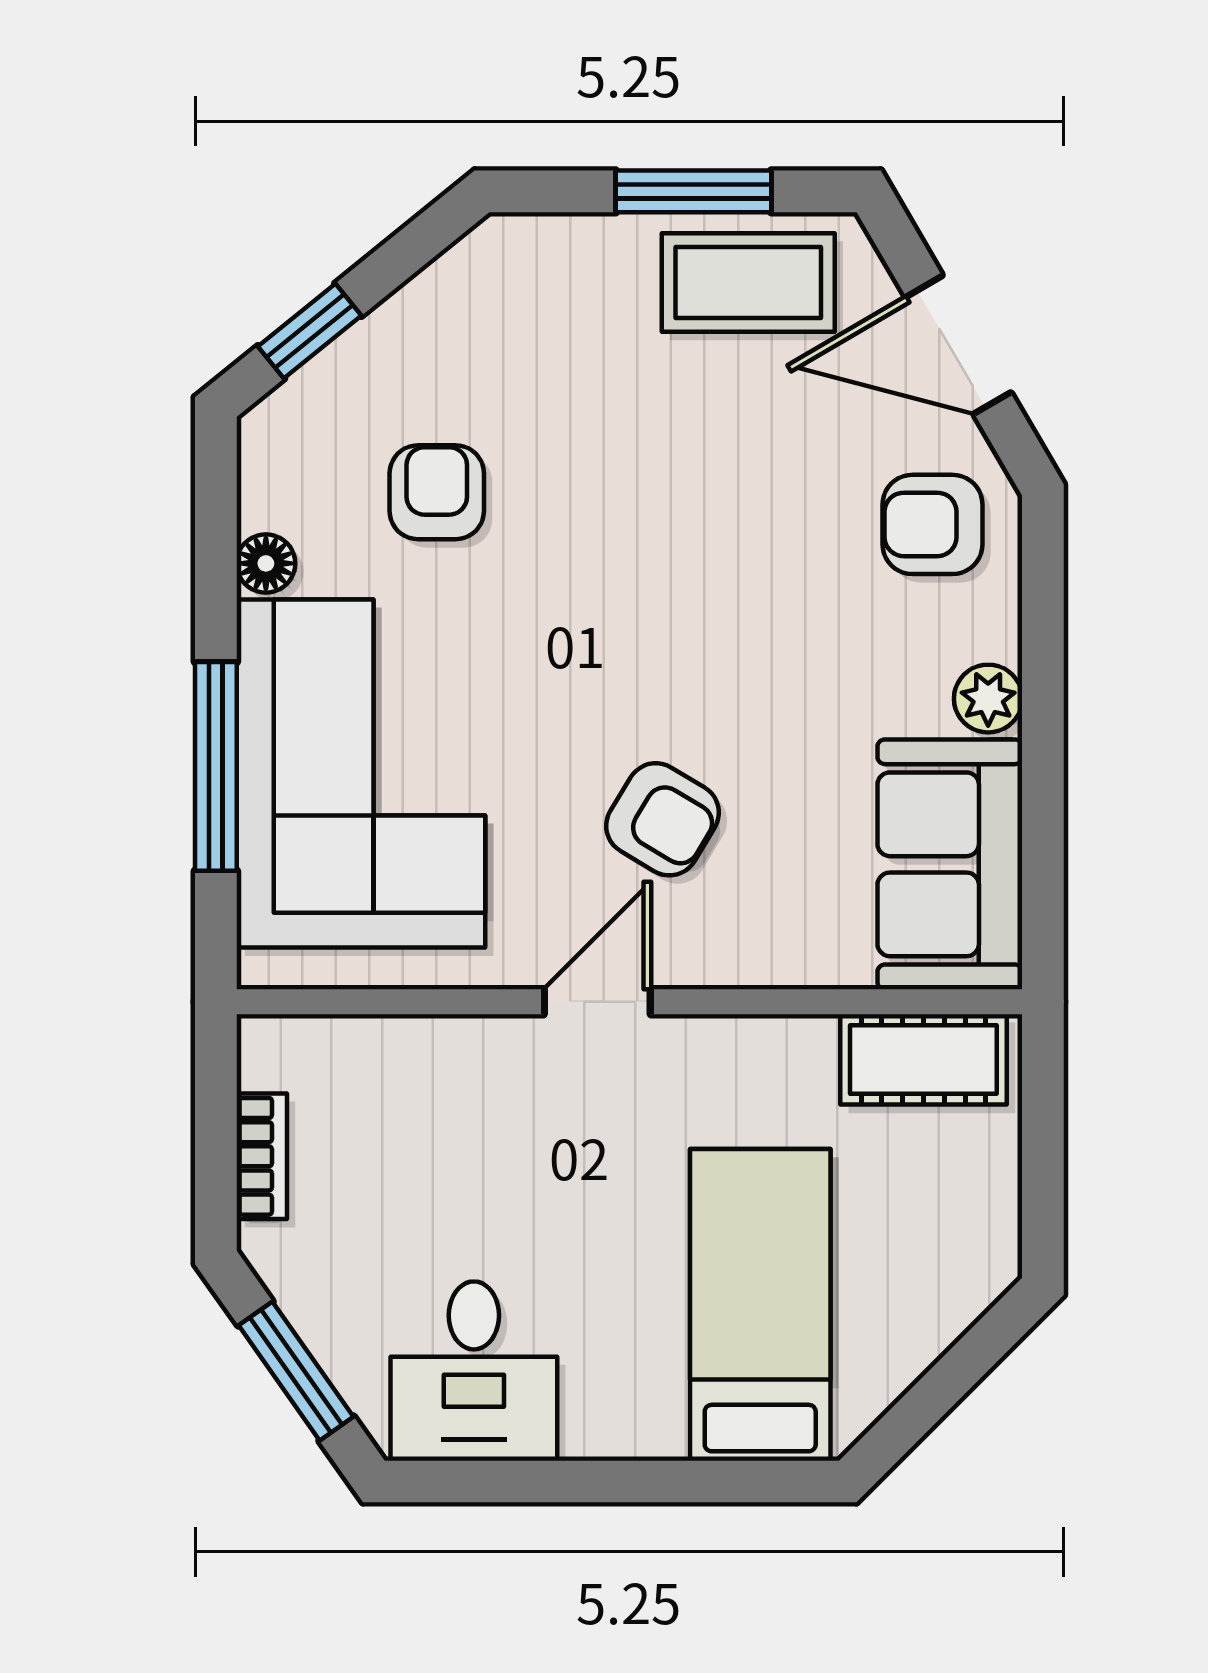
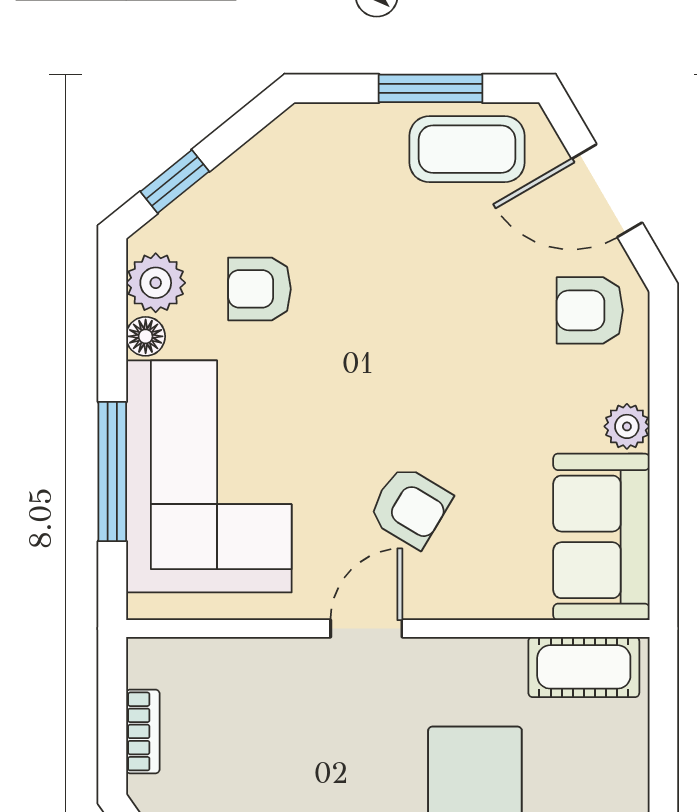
plant: (281, 483) -> (156, 283), added
armchair: (437, 492) -> (259, 289), turned -90

